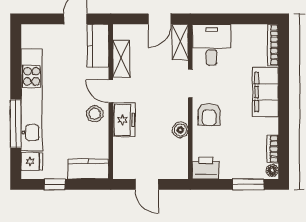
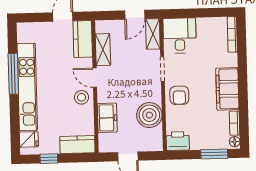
filing cabinet: (266, 92) -> (227, 89), moved
freezer: (124, 120) -> (107, 118), moved
window: (16, 124) -> (13, 74), moved
boiler: (180, 130) -> (149, 115), width x1.86, depth x1.86

